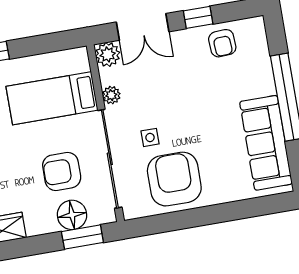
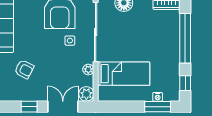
armchair: (222, 43) -> (24, 69), moved, turned 120
armchair: (62, 171) -> (125, 29), removed

